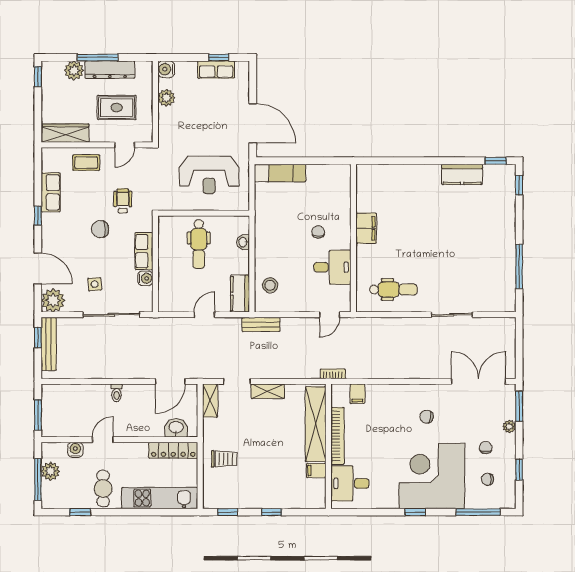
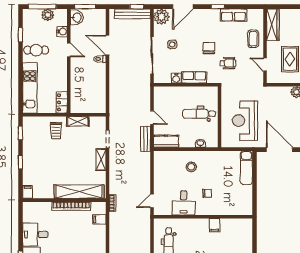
door: (253, 123) -> (279, 150), swing flipped
filing cabinet: (366, 228) -> (215, 225), width x0.50
stool: (270, 285) -> (191, 167), moved
door: (330, 315) -> (152, 201), hinge flipped
bench: (261, 324) -> (145, 139), moved
door: (170, 381) -> (108, 45), moved
shelving: (210, 400) -> (78, 121), moved
washbasin: (176, 428) -> (77, 18), moved
locker: (173, 450) -> (62, 102), width x0.66
filing cabinet: (316, 470) -> (28, 192), moved
desk: (350, 483) -> (35, 234), moved, turned -90

